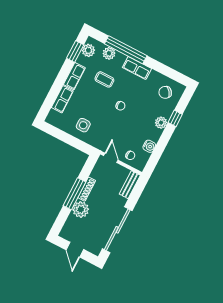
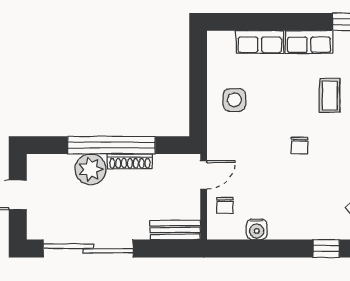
plant: (161, 123) -> (307, 228), removed
window: (74, 194) -> (111, 145), width x1.46

